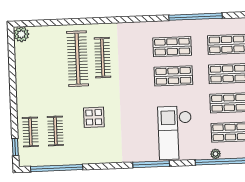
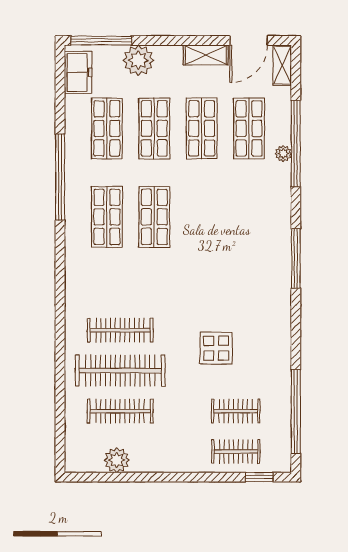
plant: (21, 34) -> (117, 460), moved
clothes rail: (53, 60) -> (120, 411), added
checkout: (175, 133) -> (247, 218), removed

